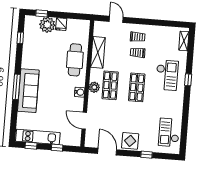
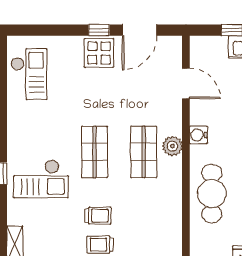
shelving: (98, 52) -> (171, 210), removed
checkout: (167, 75) -> (41, 179), turned -90
door: (107, 152) -> (140, 30), hinge flipped
window: (147, 155) -> (99, 30), moved

